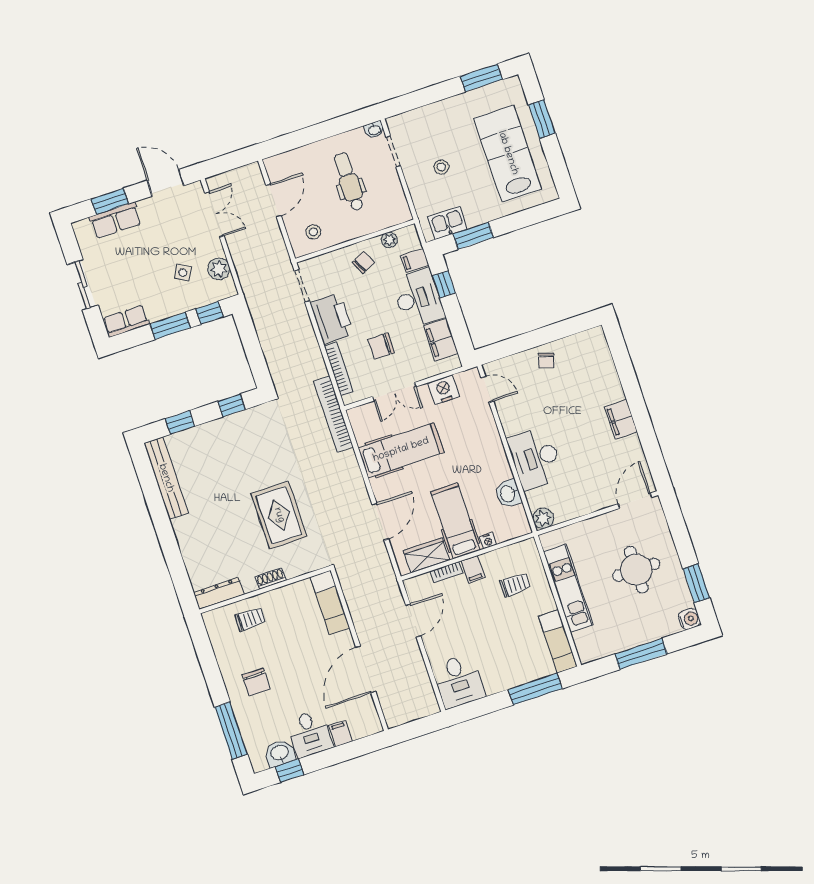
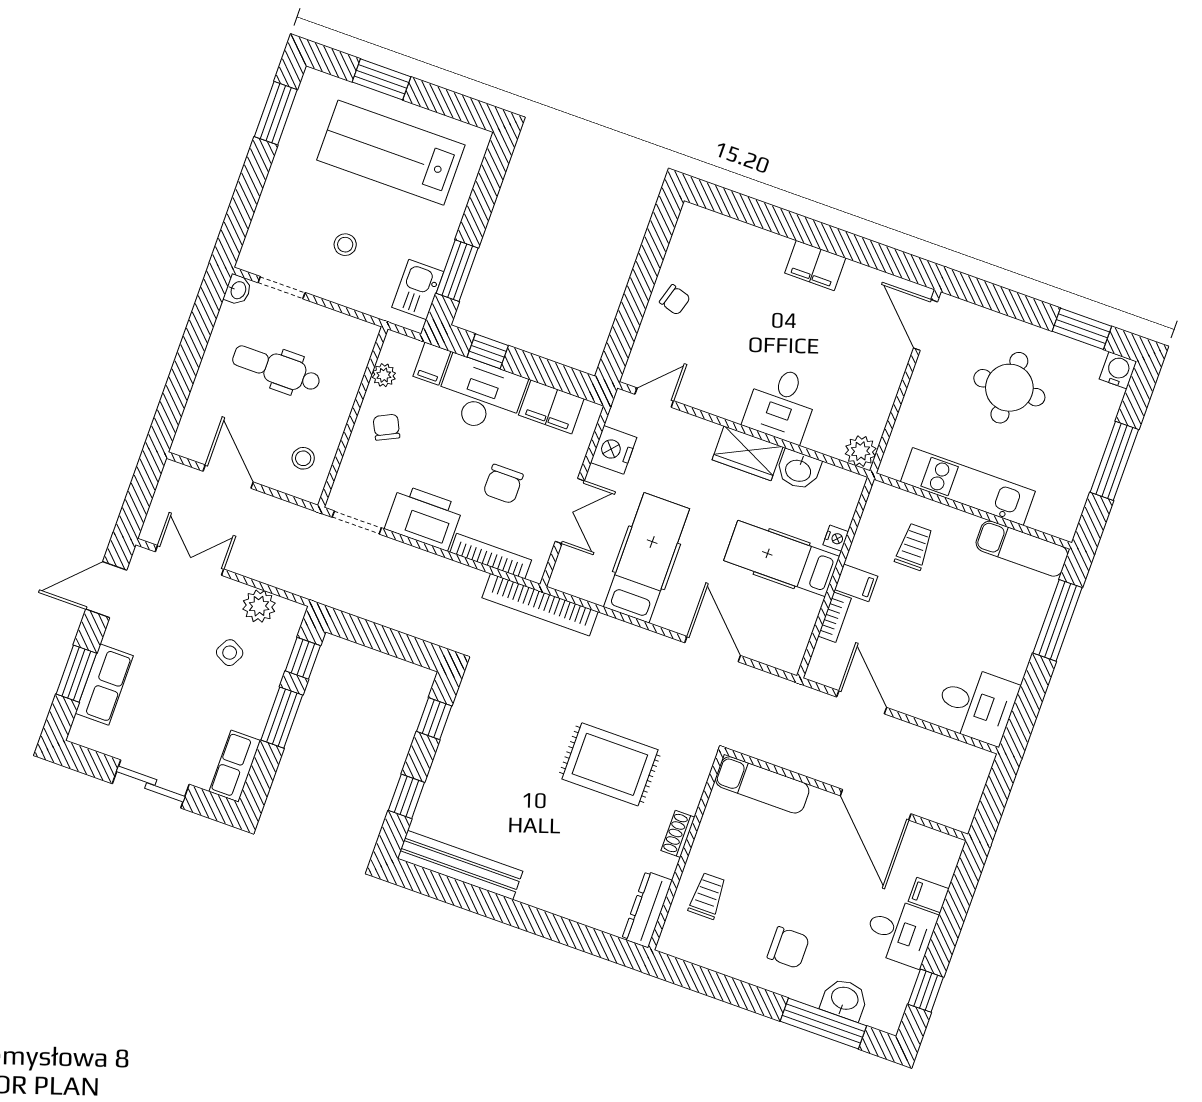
desk: (535, 458) -> (781, 404), width x0.73
wardrobe: (427, 555) -> (748, 453), moved, turned -90
washbasin: (280, 753) -> (844, 999), moved, turned 90

